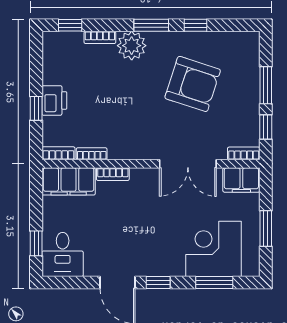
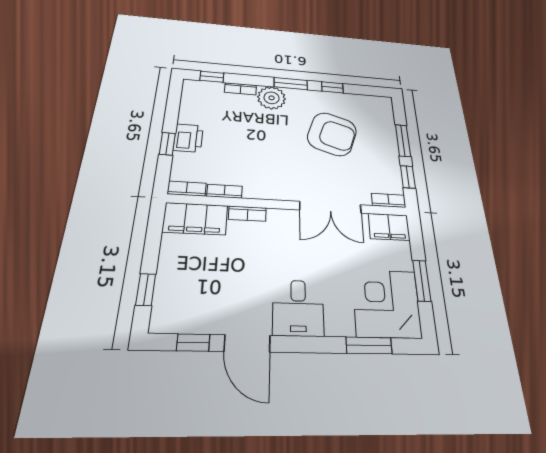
corner desk: (213, 249) -> (387, 303), moved
desk: (63, 254) -> (298, 308), moved
window: (158, 283) -> (193, 343), moved

